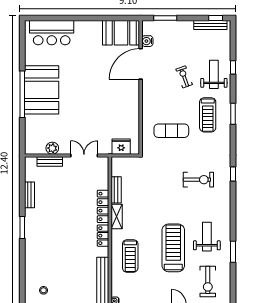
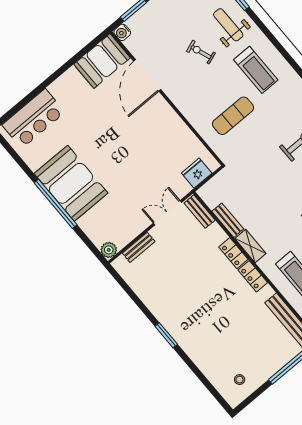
water cooler: (147, 41) -> (122, 32), moved
window: (233, 114) -> (280, 48), removed
plant: (52, 148) -> (109, 250), moved
bench: (30, 195) -> (200, 212), moved
locker: (103, 206) -> (233, 253), width x0.66

